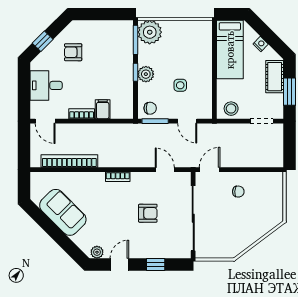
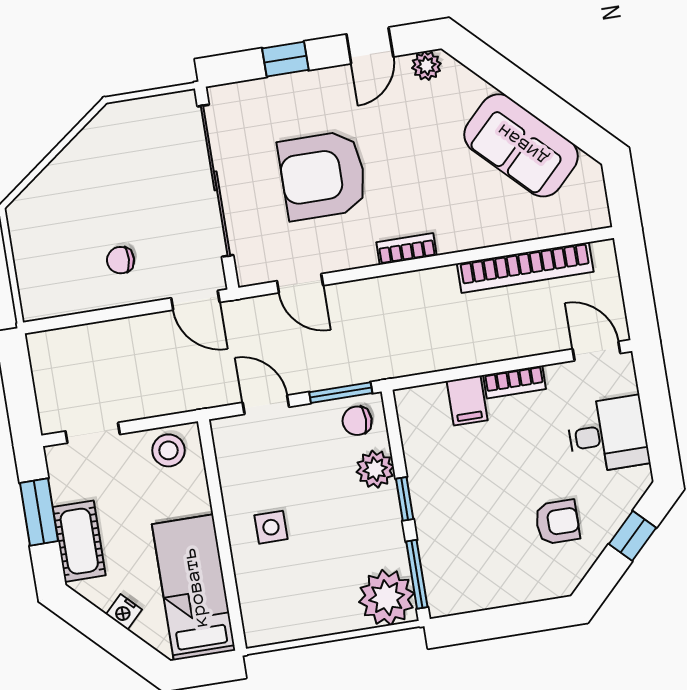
plant: (146, 74) -> (375, 469), moved
side table: (180, 85) -> (271, 527), moved
door: (210, 170) -> (195, 300), hinge flipped
armchair: (148, 213) -> (323, 176), width x1.88, depth x1.88

